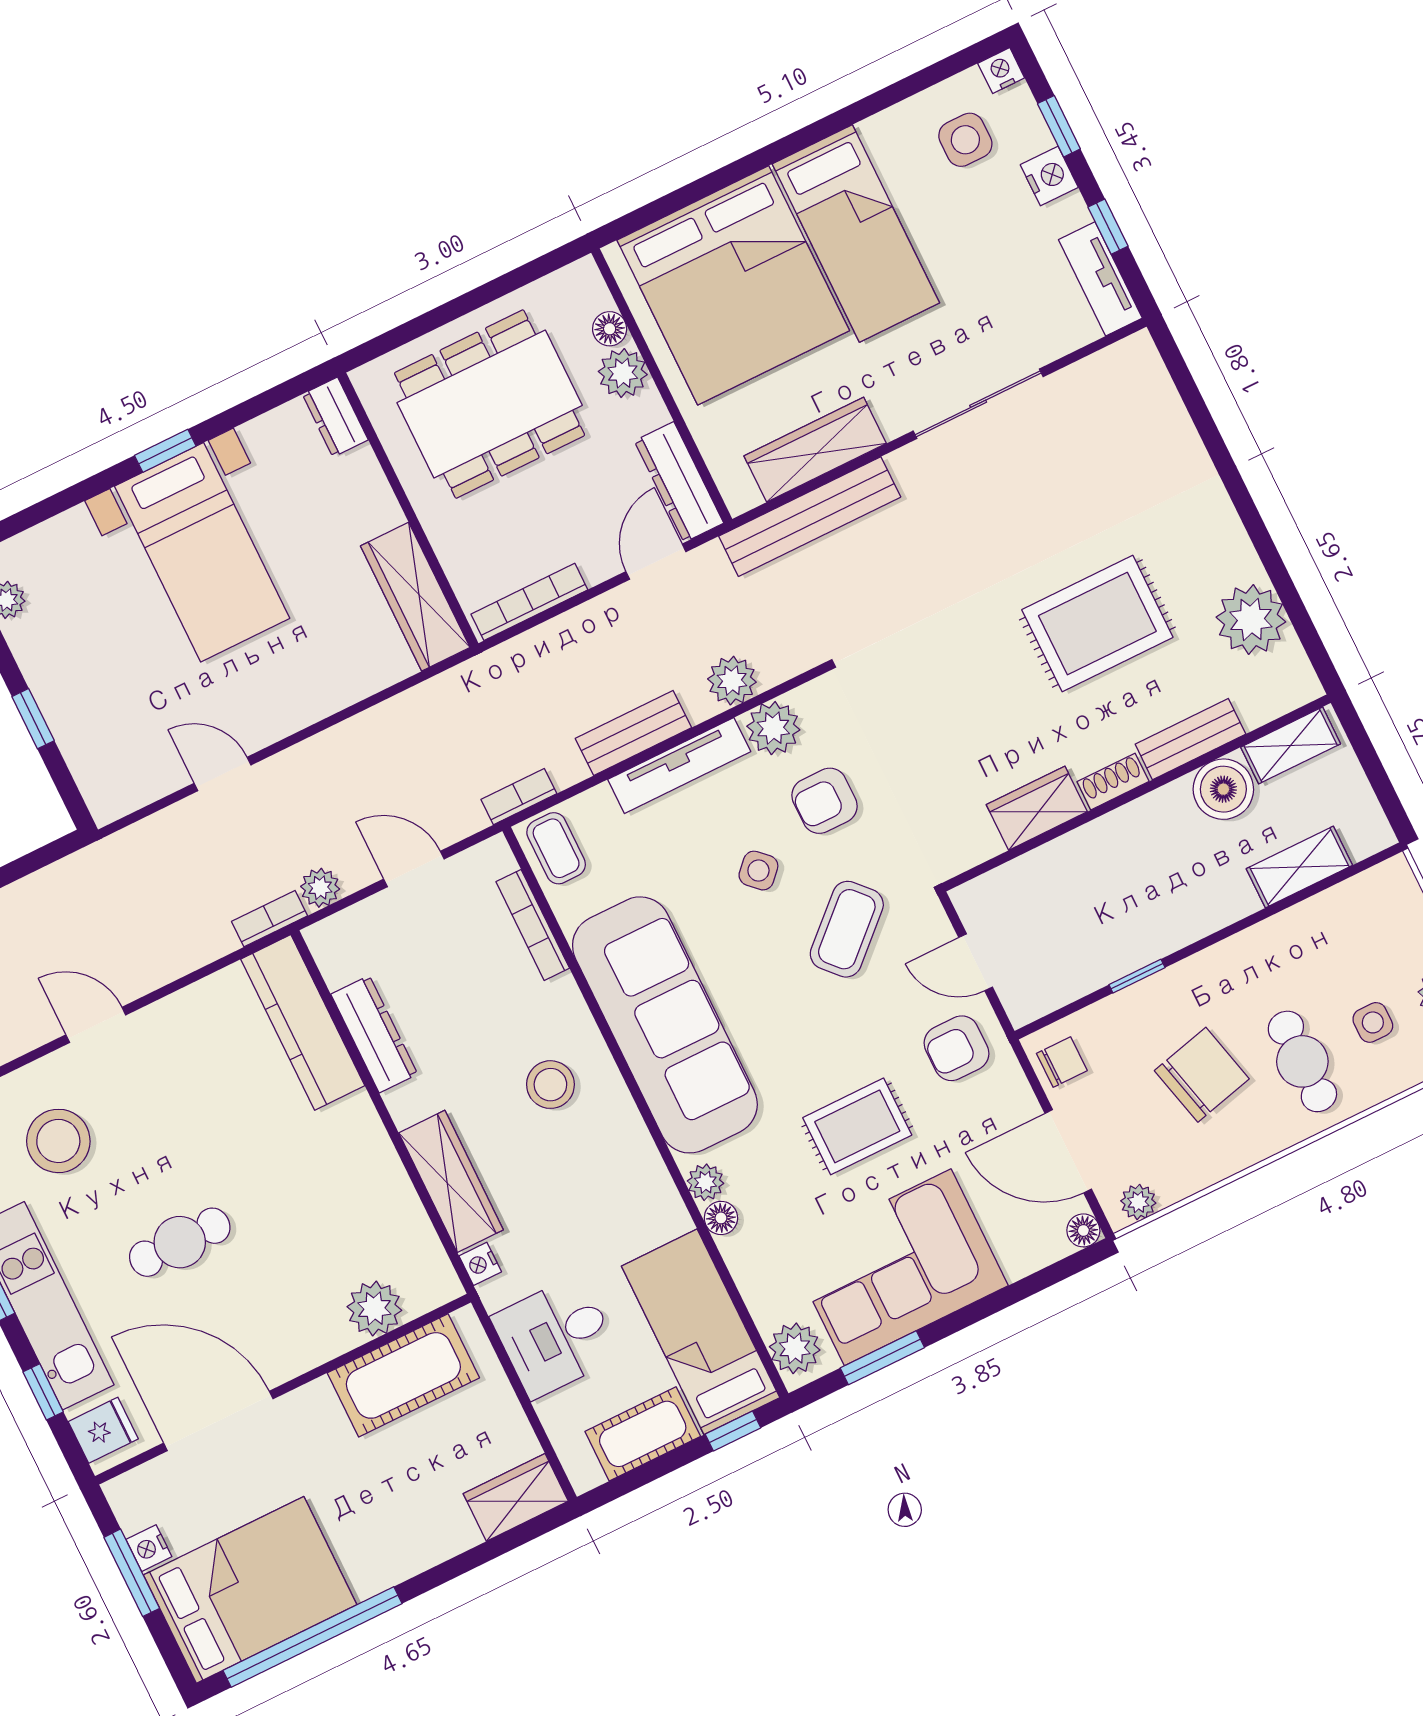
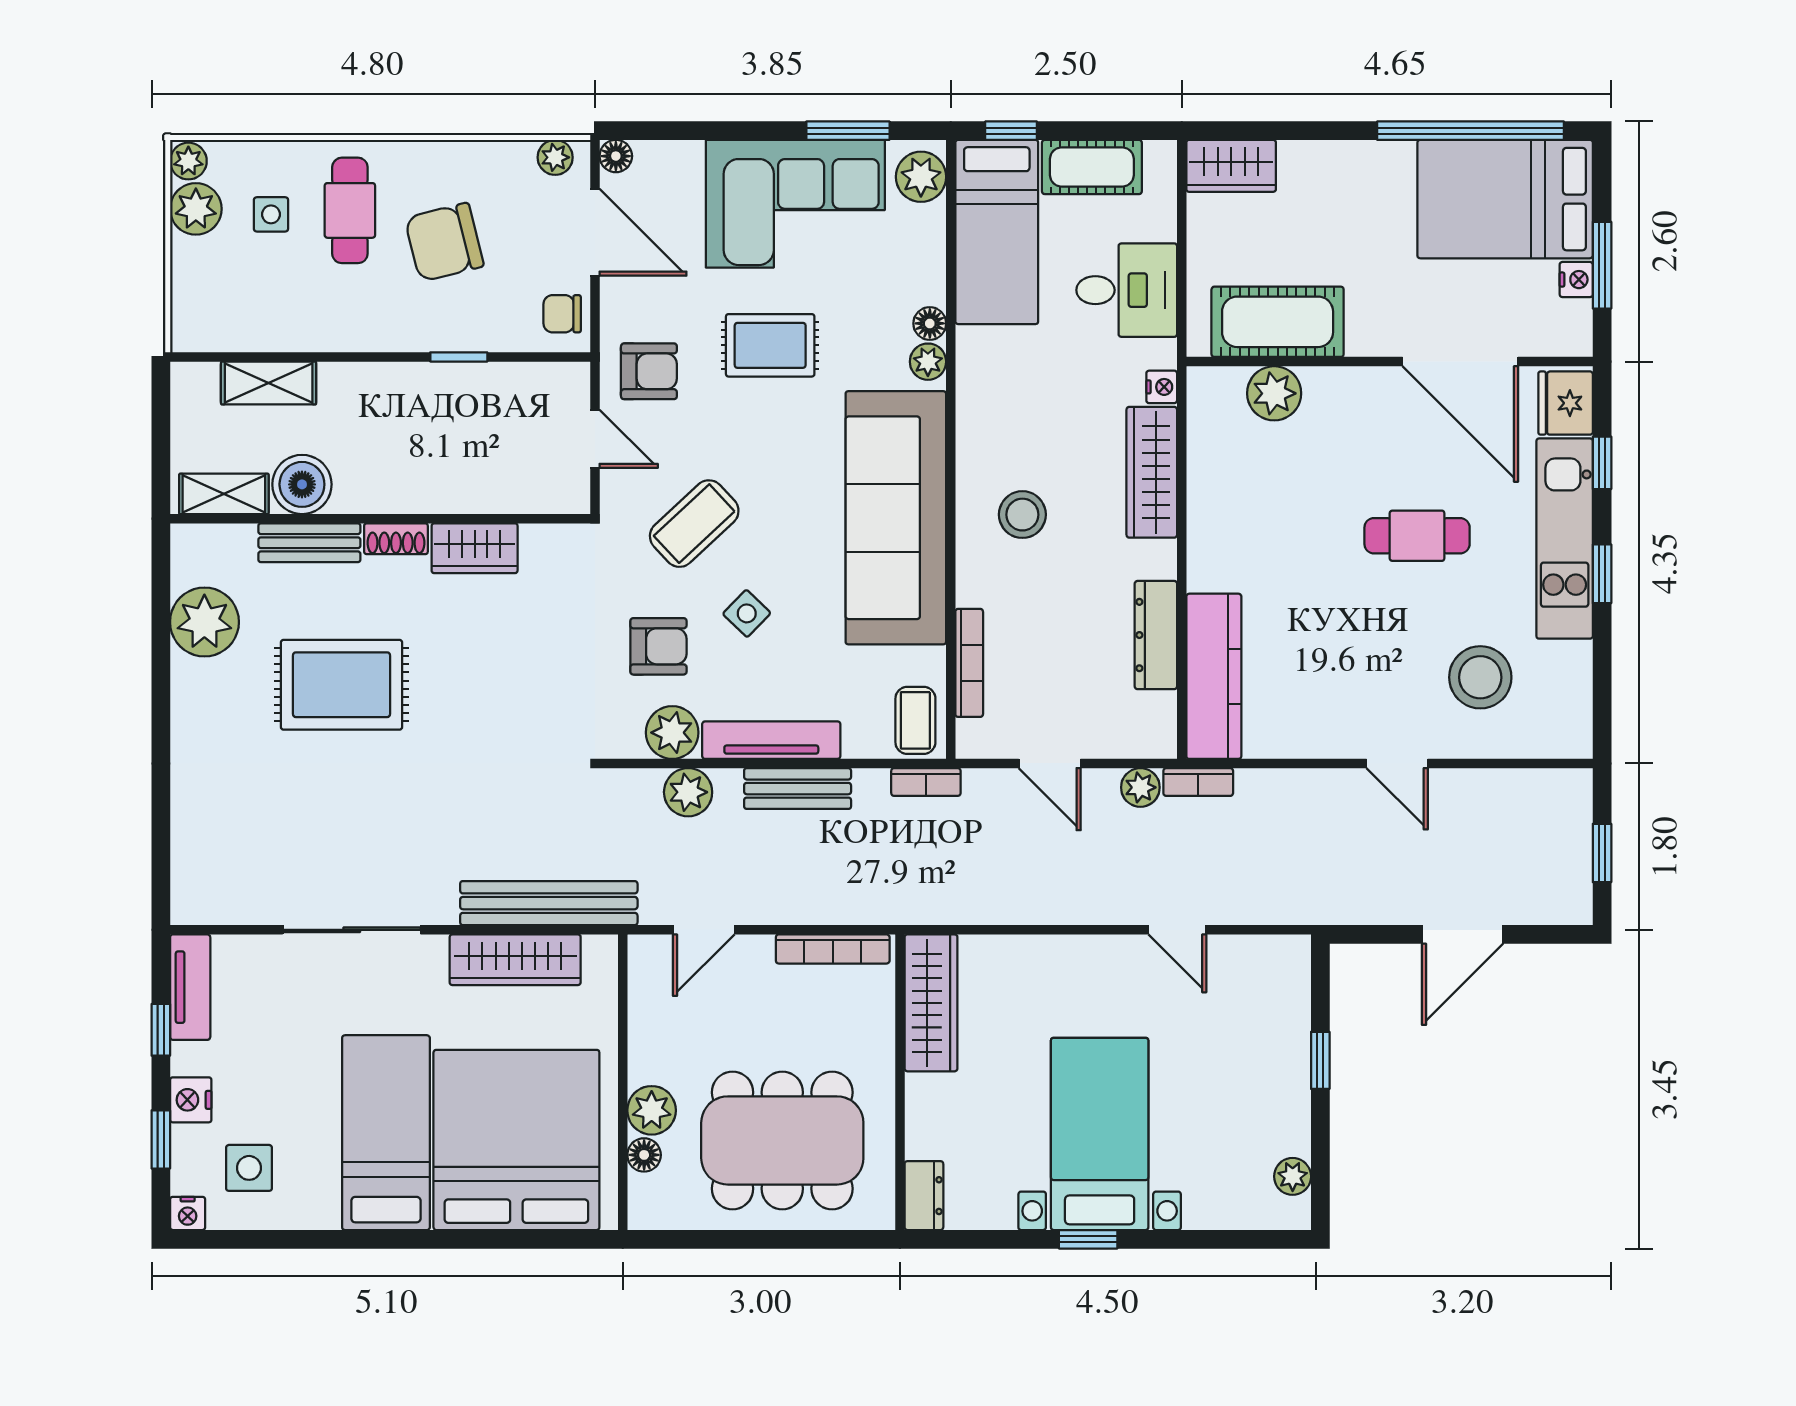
dresser: (679, 482) -> (649, 990), removed
fridge: (103, 1430) -> (1566, 403), width x1.38

